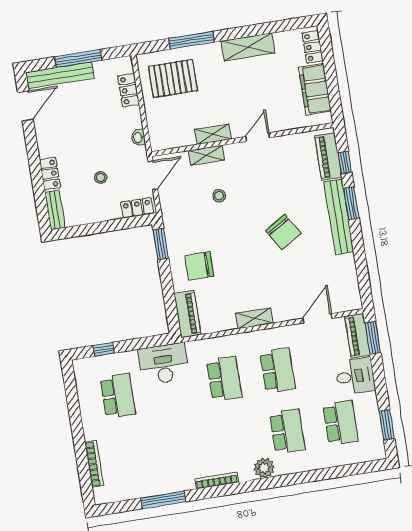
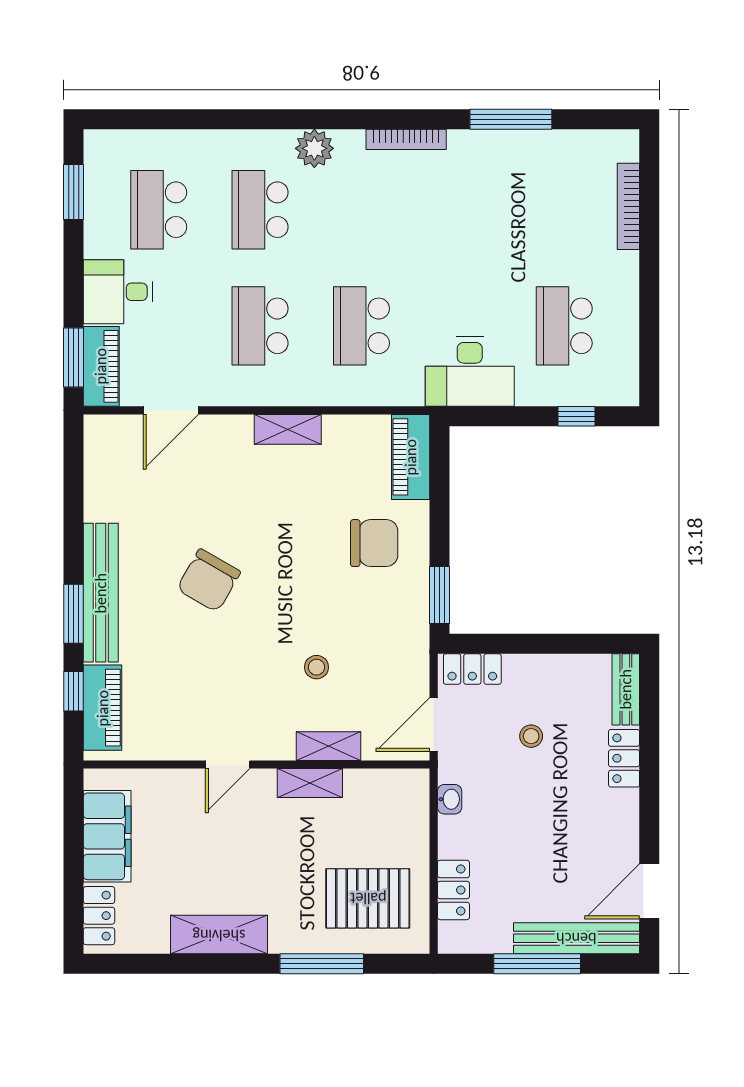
chair: (283, 232) -> (209, 580), turned -119

